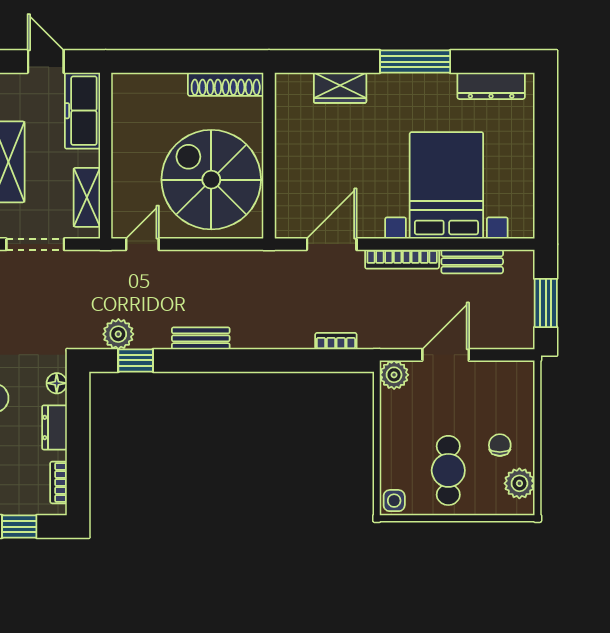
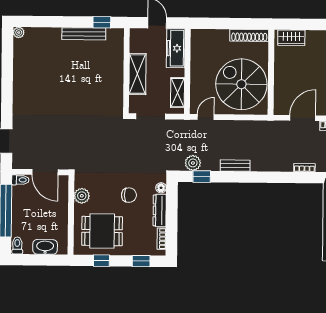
wardrobe: (340, 88) -> (291, 38), moved
dresser: (54, 427) -> (160, 210), width x1.44

